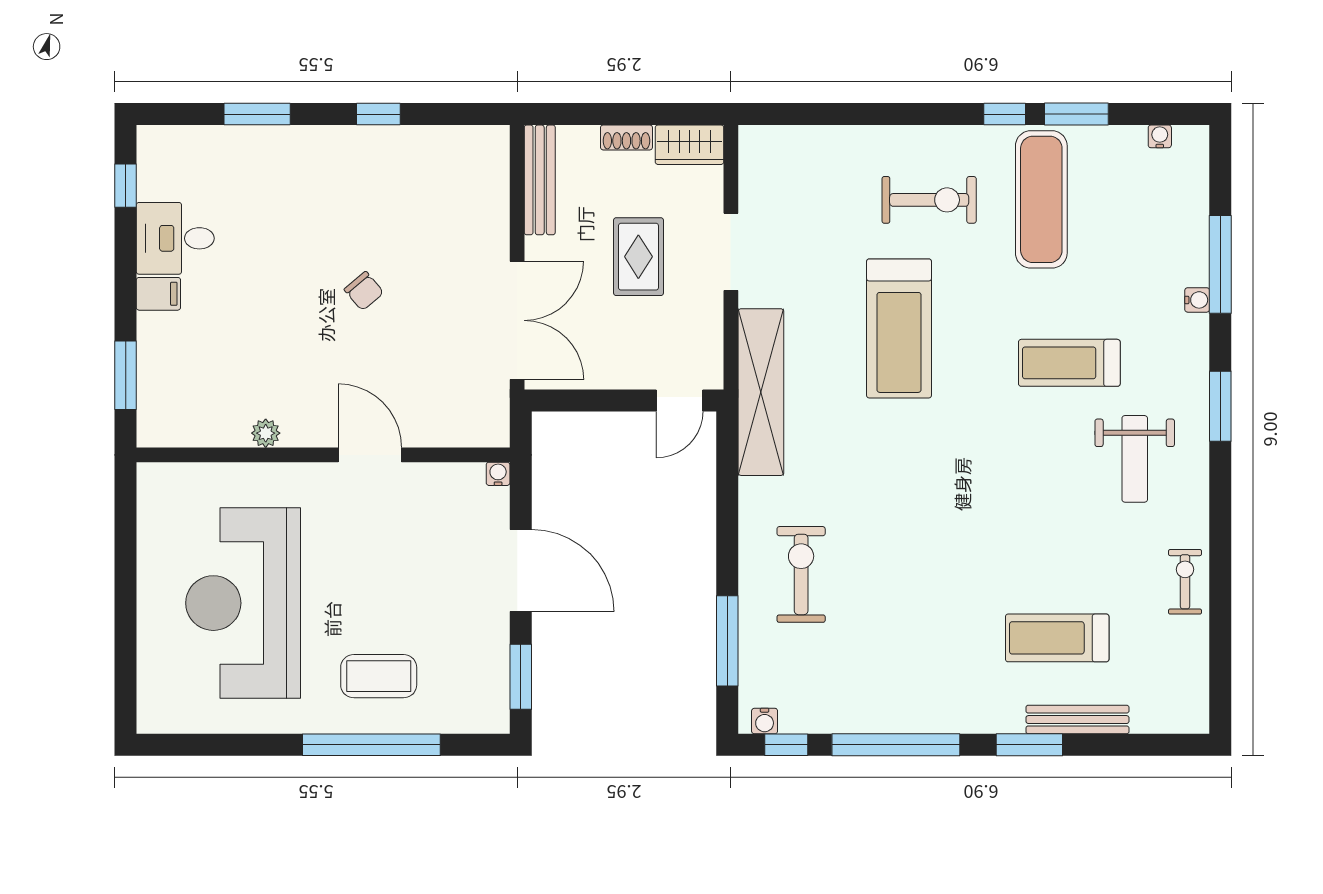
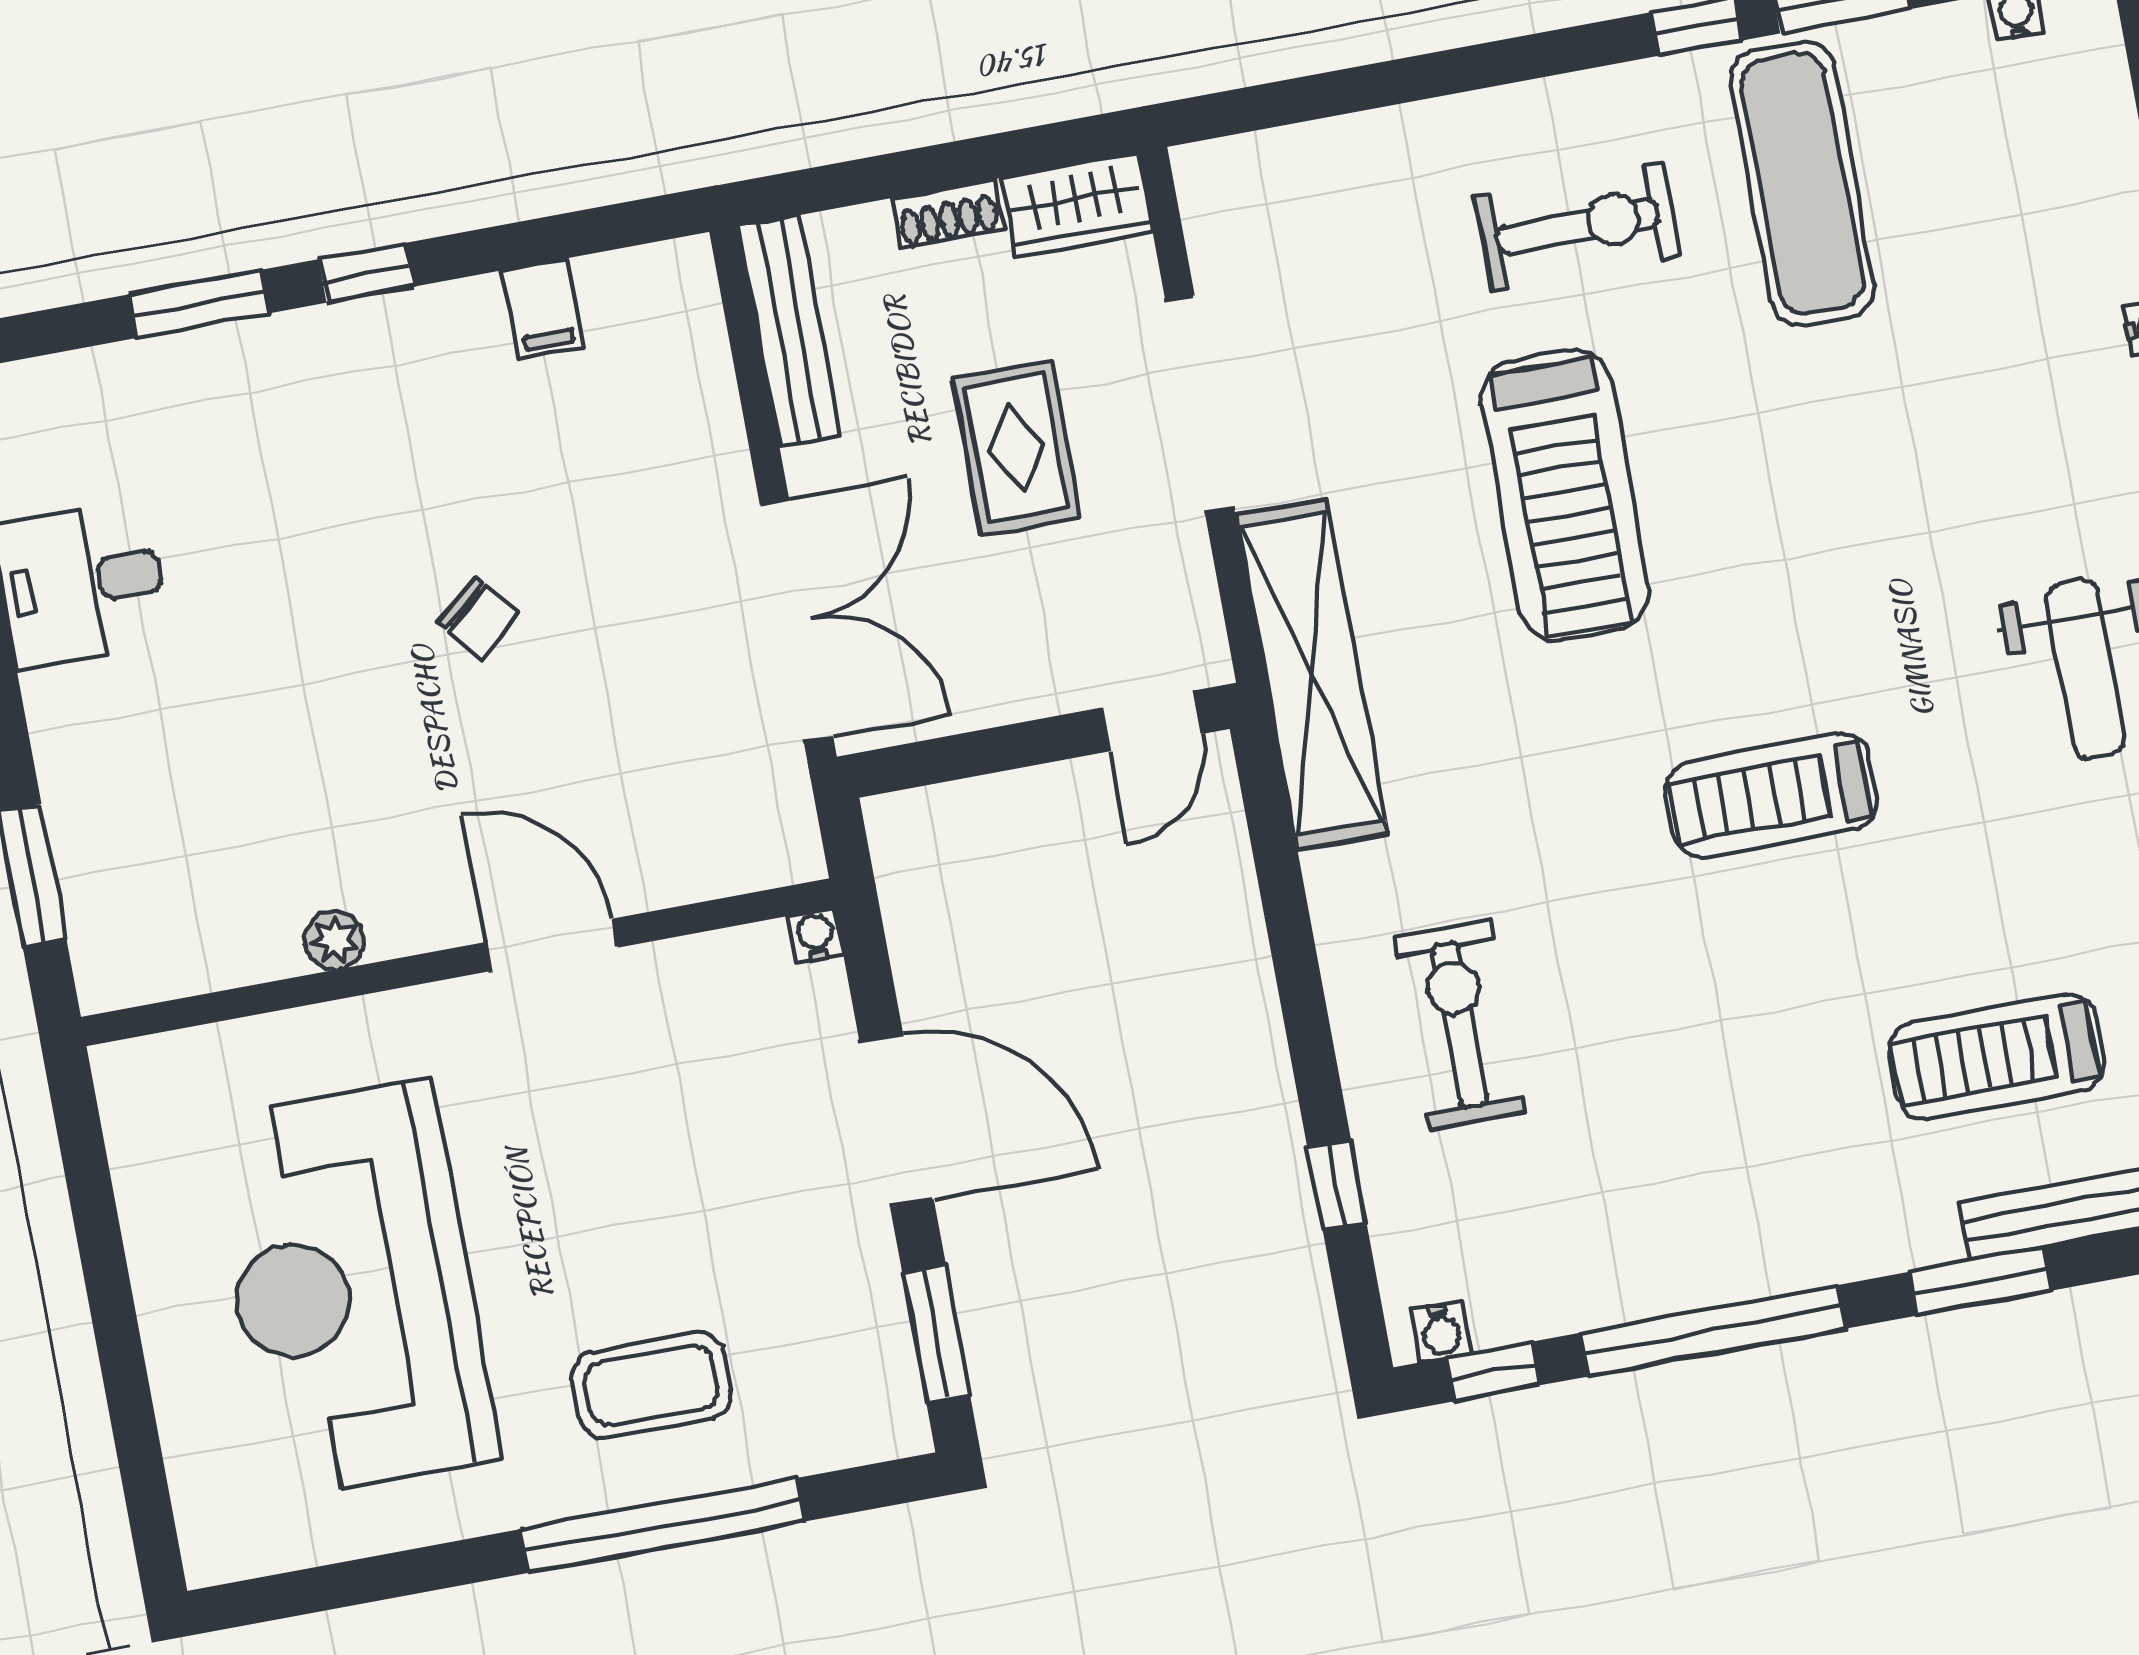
window: (378, 114) -> (366, 273), moved
doorway: (731, 252) -> (1200, 404), width x1.36
filing cabinet: (158, 294) -> (543, 308), moved, turned 90
treadmill: (1069, 363) -> (1771, 796), moved
window: (727, 641) -> (1337, 1185), width x0.46

